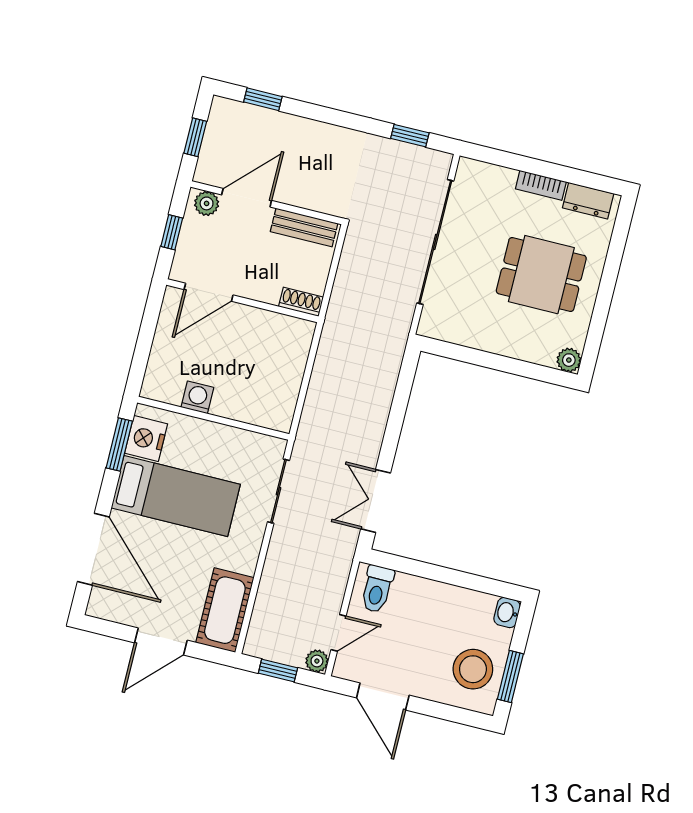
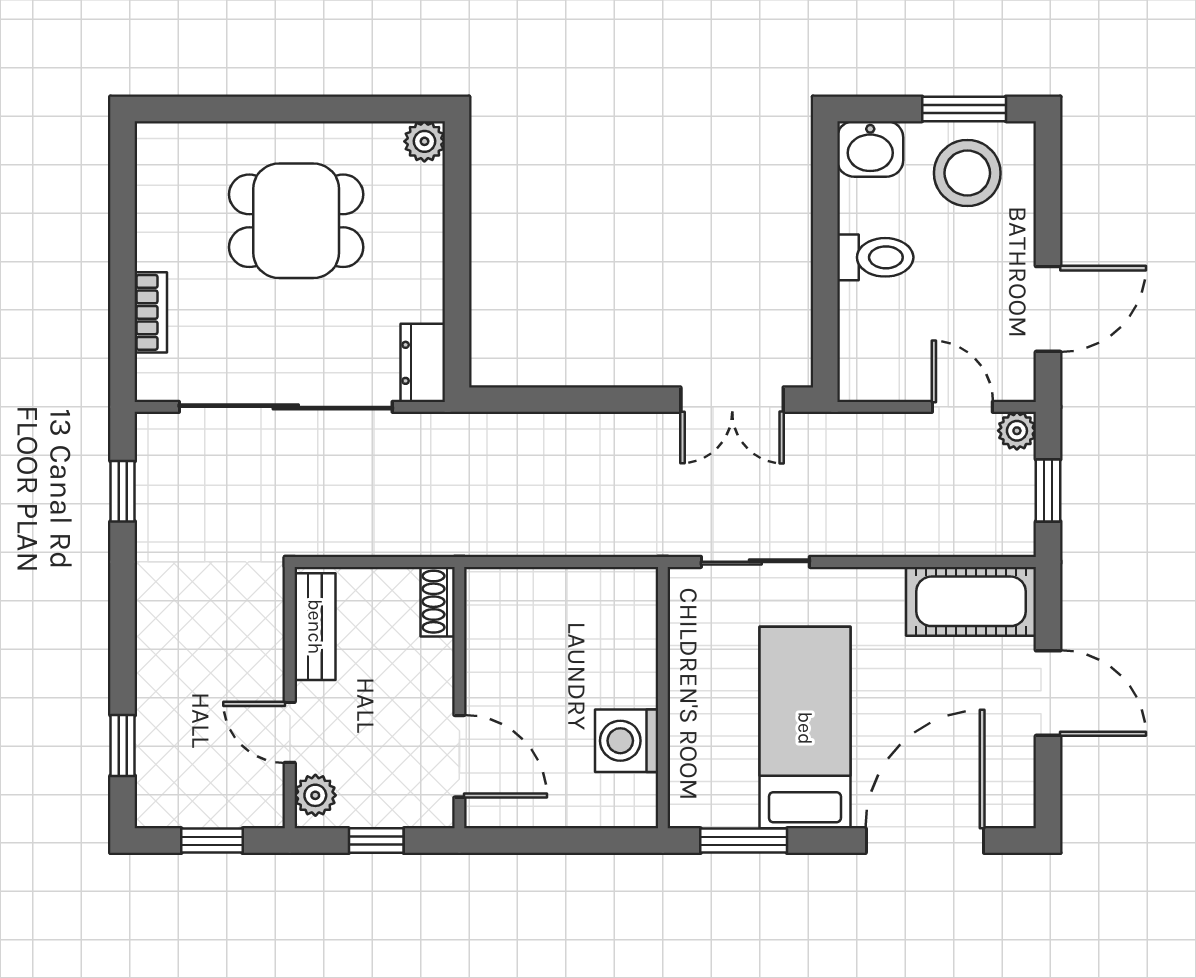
bookcase: (541, 185) -> (151, 312), moved
door: (247, 198) -> (290, 732), width x0.73
dresser: (588, 201) -> (423, 363), moved, turned 180
dining table: (541, 275) -> (296, 221), turned 90
washing machine: (197, 397) -> (627, 741), width x1.38, depth x1.38
nightstand: (146, 438) -> (723, 799), removed
toilet: (377, 589) -> (875, 257), moved
washbasin: (507, 613) -> (870, 149), width x1.38, depth x1.45

